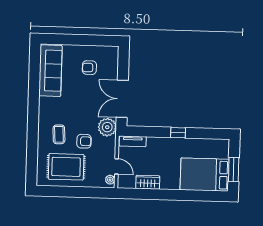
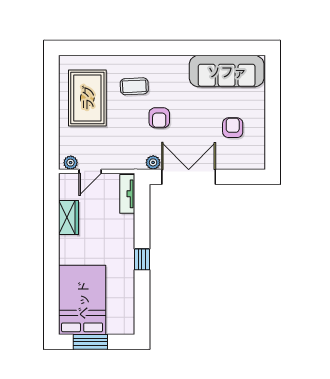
plant: (107, 127) -> (153, 162), width x0.53, depth x0.53
armchair: (84, 141) -> (159, 118), moved

